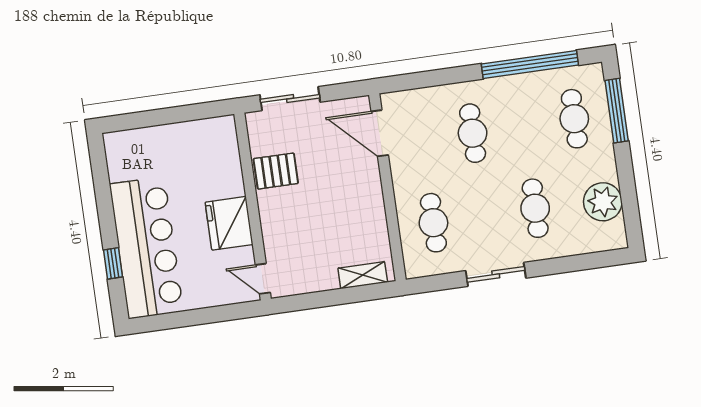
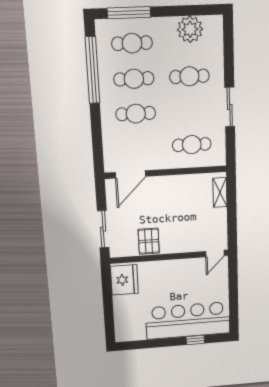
cafe table: (523, 126) -> (134, 79), added
fridge: (229, 223) -> (124, 280), moved, turned -90

